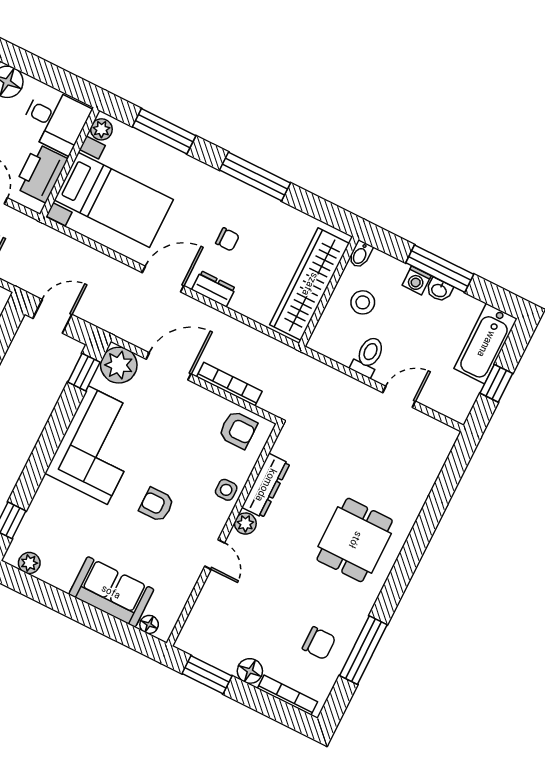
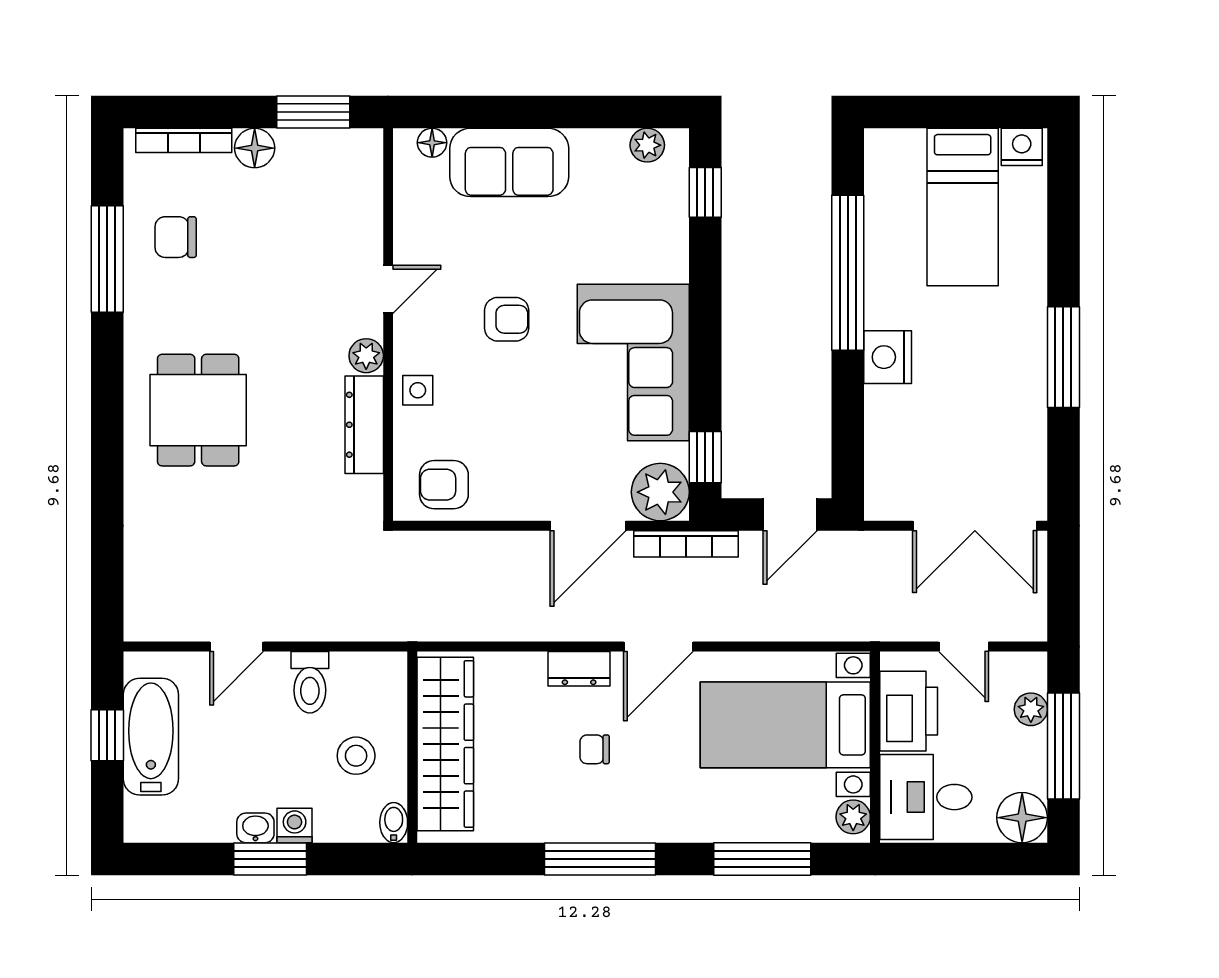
window: (440, 269) -> (270, 859), width x0.69
bathtub: (486, 344) -> (151, 737), moved
bookcase: (229, 384) -> (686, 544), moved
door: (215, 555) -> (388, 289), swing flipped

